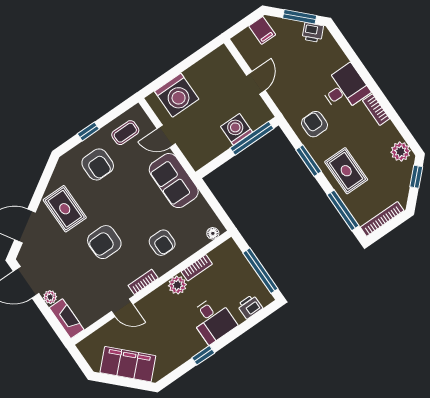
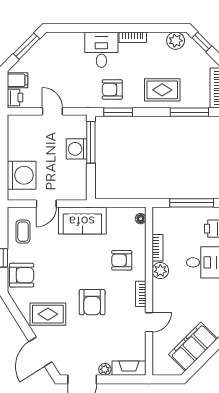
printer: (313, 32) -> (15, 98), moved, turned -45
window: (309, 161) -> (118, 112), moved
armchair: (98, 164) -> (22, 275), moved
armchair: (162, 243) -> (122, 260), turned 180

